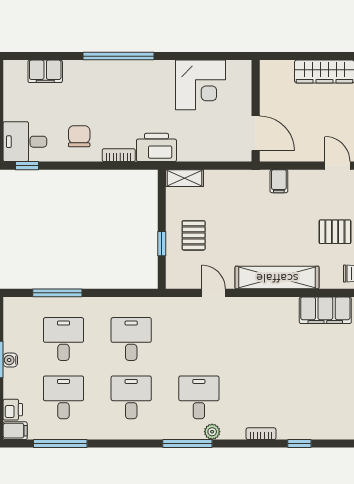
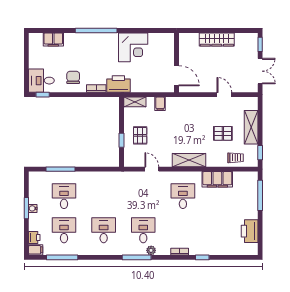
corner desk: (200, 85) -> (133, 47), moved
filing cabinet: (279, 181) -> (160, 104), moved
shelving: (277, 278) -> (189, 160), width x0.68
desk: (131, 339) -> (183, 196), moved

